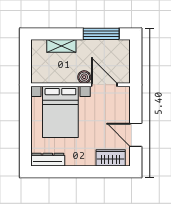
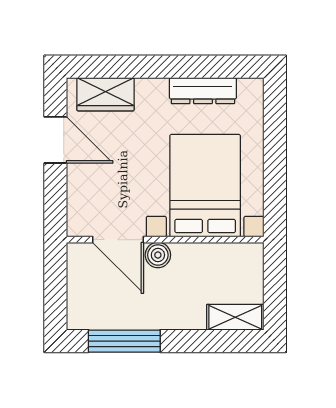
shelving: (61, 46) -> (235, 317), moved
dresser: (48, 160) -> (203, 91), moved

